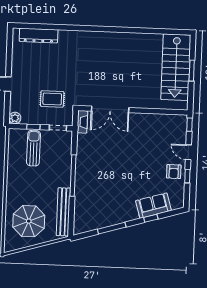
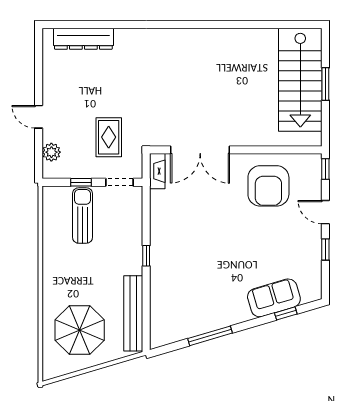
rug: (52, 99) -> (109, 137), turned 90
plant: (15, 118) -> (51, 152), moved
armchair: (174, 172) -> (268, 186), moved, width x1.88, depth x1.88
window: (73, 175) -> (146, 256), width x0.32
window: (151, 218) -> (286, 313), moved

